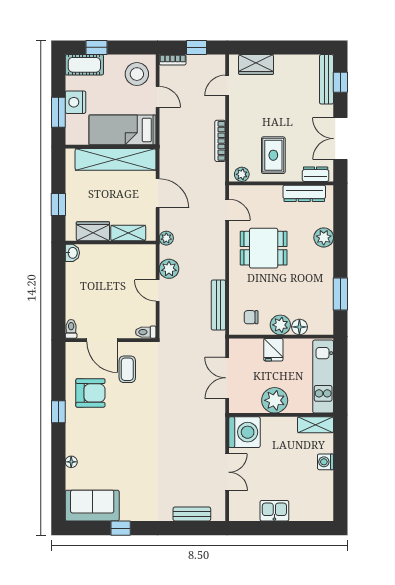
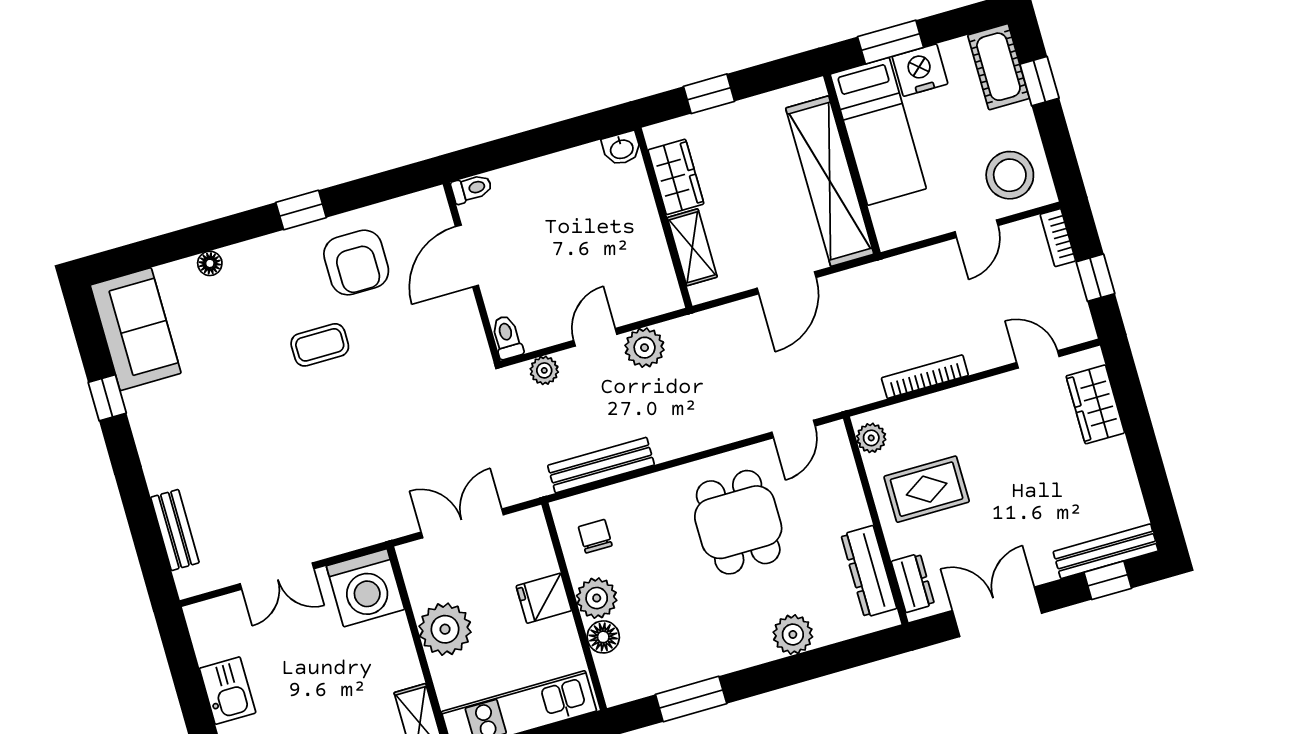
bed: (122, 130) -> (878, 131), moved, turned 180
plant: (166, 238) -> (544, 370), moved
coffee table: (127, 369) -> (320, 345), moved

